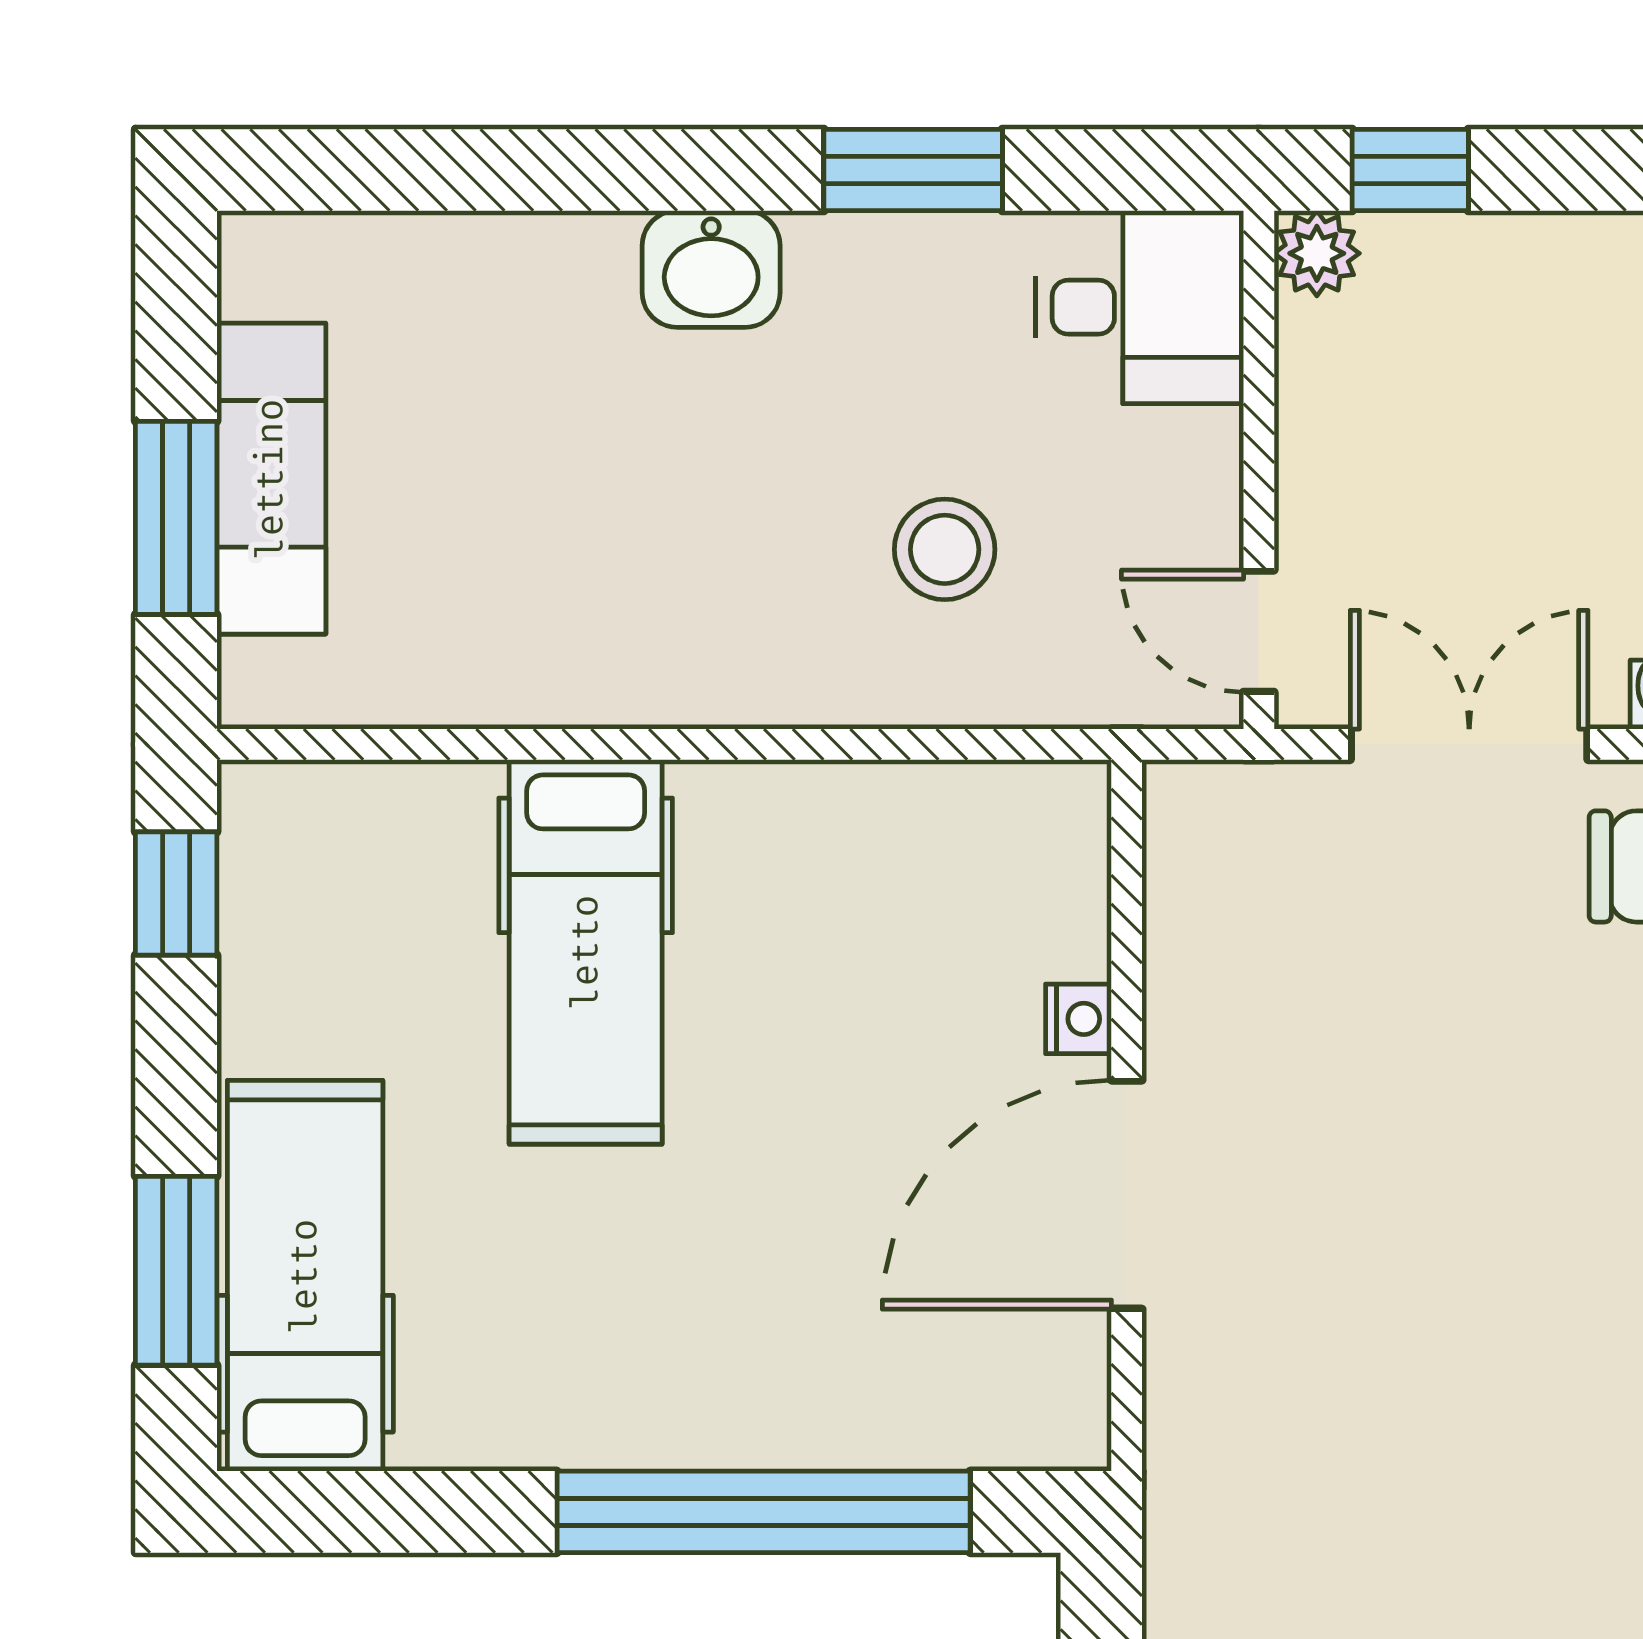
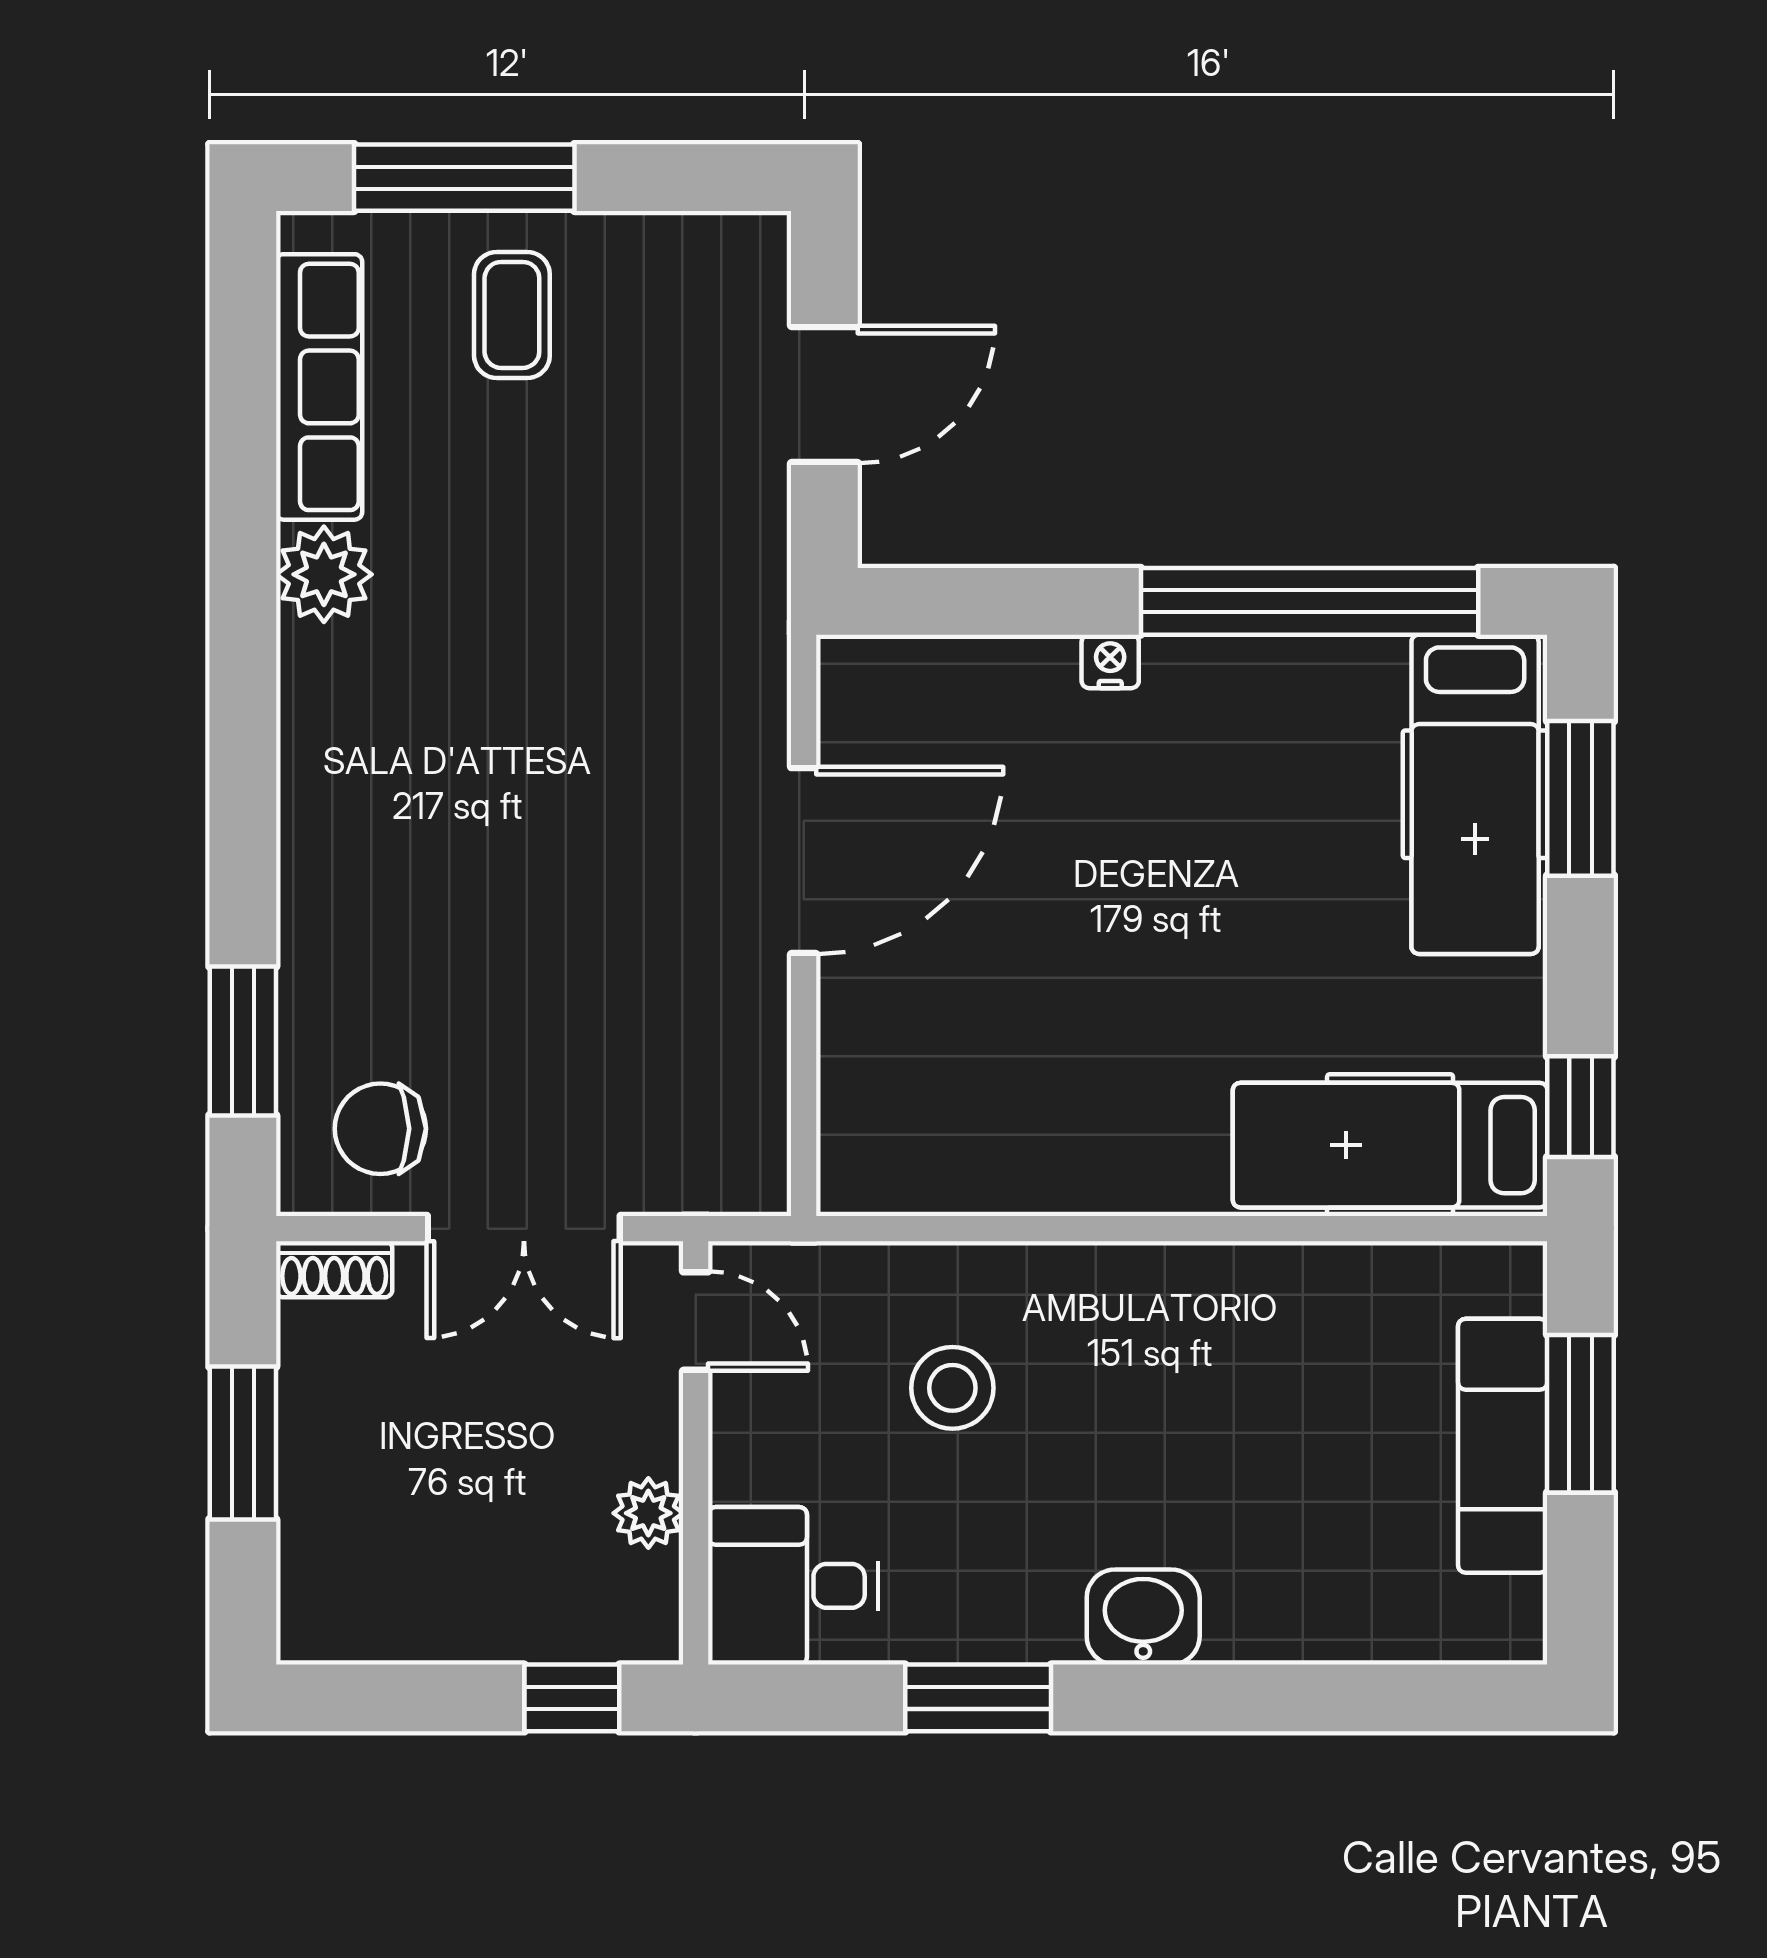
plant: (1317, 253) -> (648, 1513), moved
hospital bed: (586, 952) -> (1390, 1145), moved, turned -90
nightstand: (1078, 1019) -> (1110, 661), moved, turned 90
window: (764, 1512) -> (1310, 601), moved

